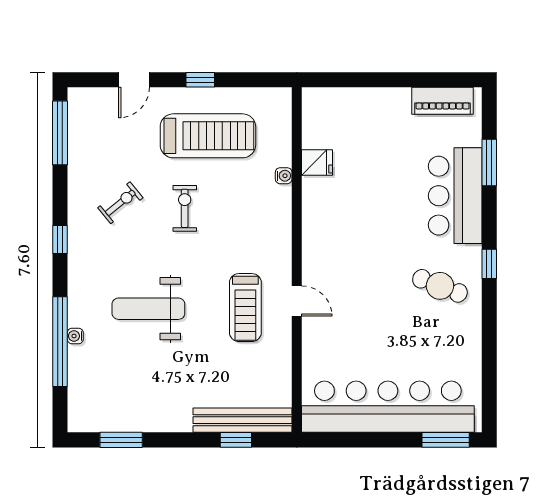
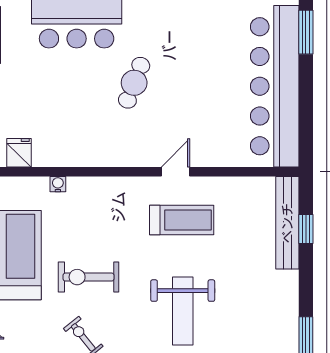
fridge: (317, 162) -> (19, 153), moved
exercise bike: (185, 208) -> (89, 277), width x1.38, depth x1.39
cafe table: (440, 286) -> (134, 83), moved

